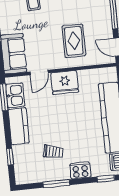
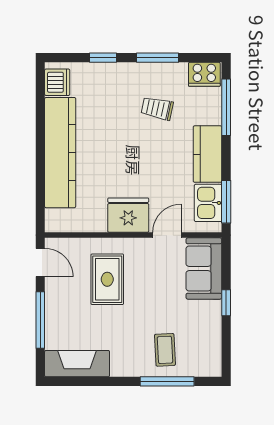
window: (10, 157) -> (226, 107), width x2.17
cooker: (80, 171) -> (204, 74), moved
window: (106, 179) -> (103, 58), moved

